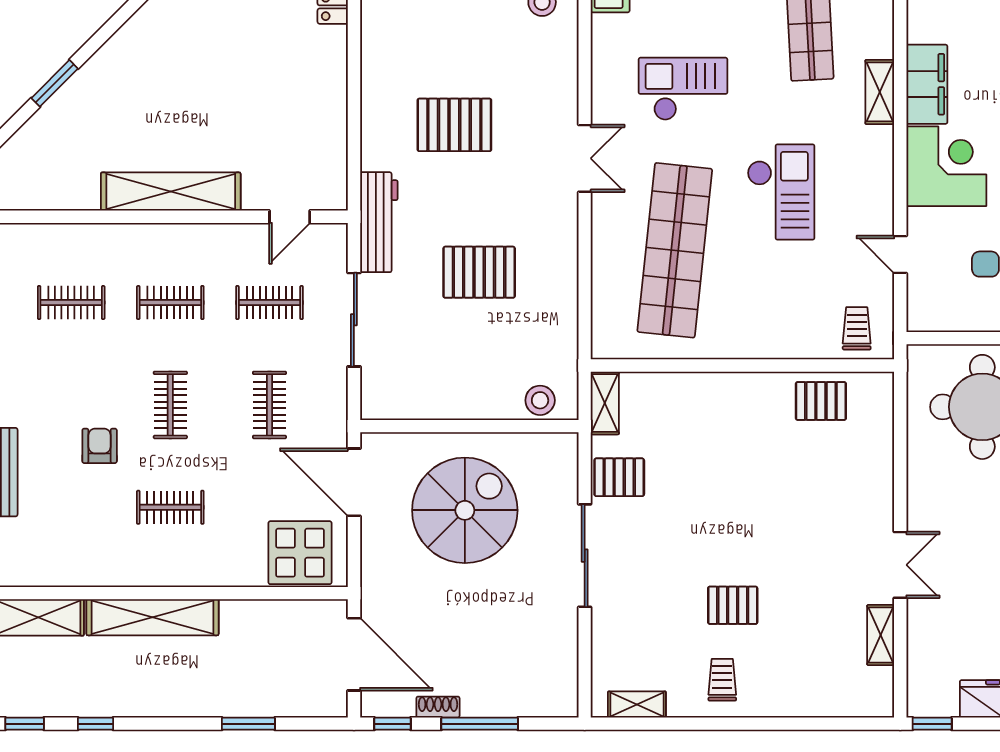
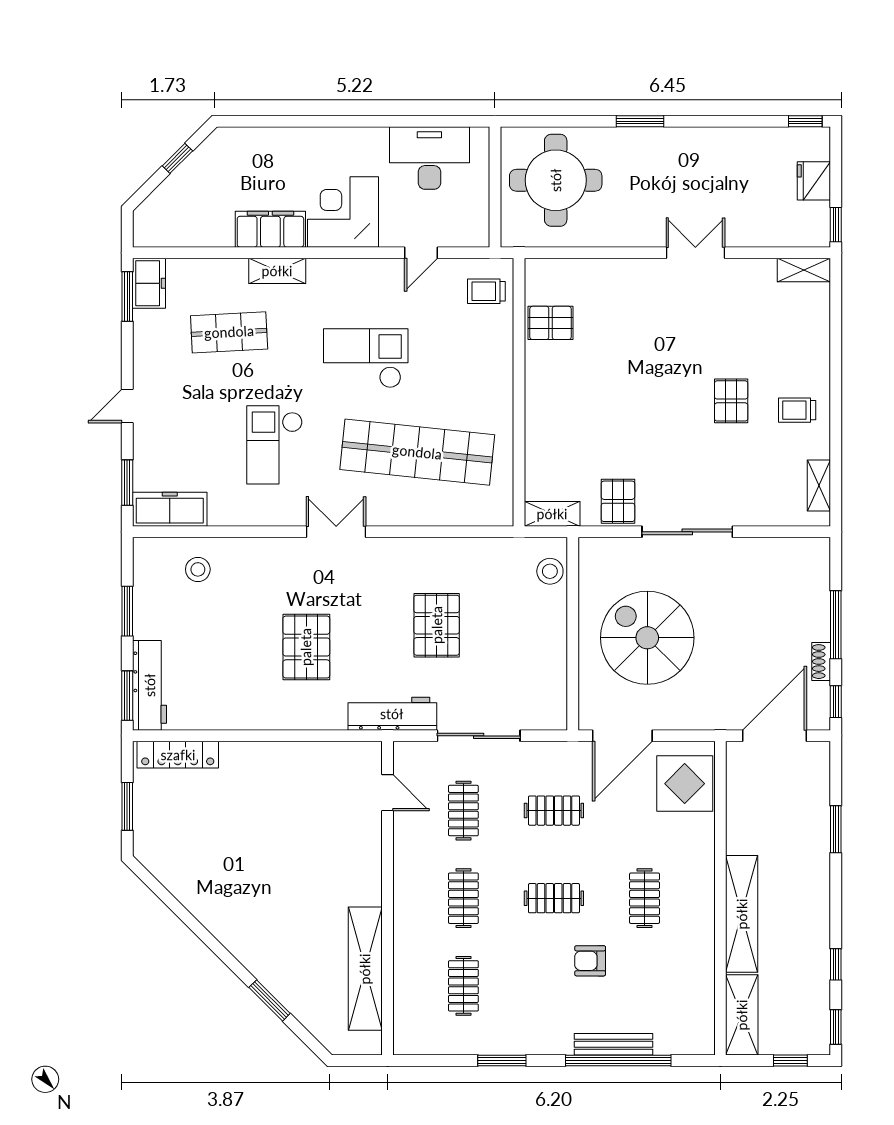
shelving: (171, 192) -> (365, 969), moved
pallet: (821, 401) -> (551, 323), turned 90
shelving: (881, 635) -> (804, 270), moved

